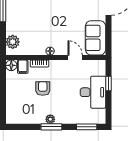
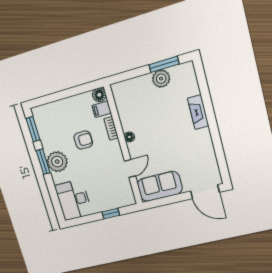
plant: (13, 42) -> (161, 79), moved
desk: (93, 92) -> (73, 200), moved, turned 90
plant: (50, 119) -> (57, 162), width x1.88, depth x1.88
window: (87, 127) -> (33, 129), moved

